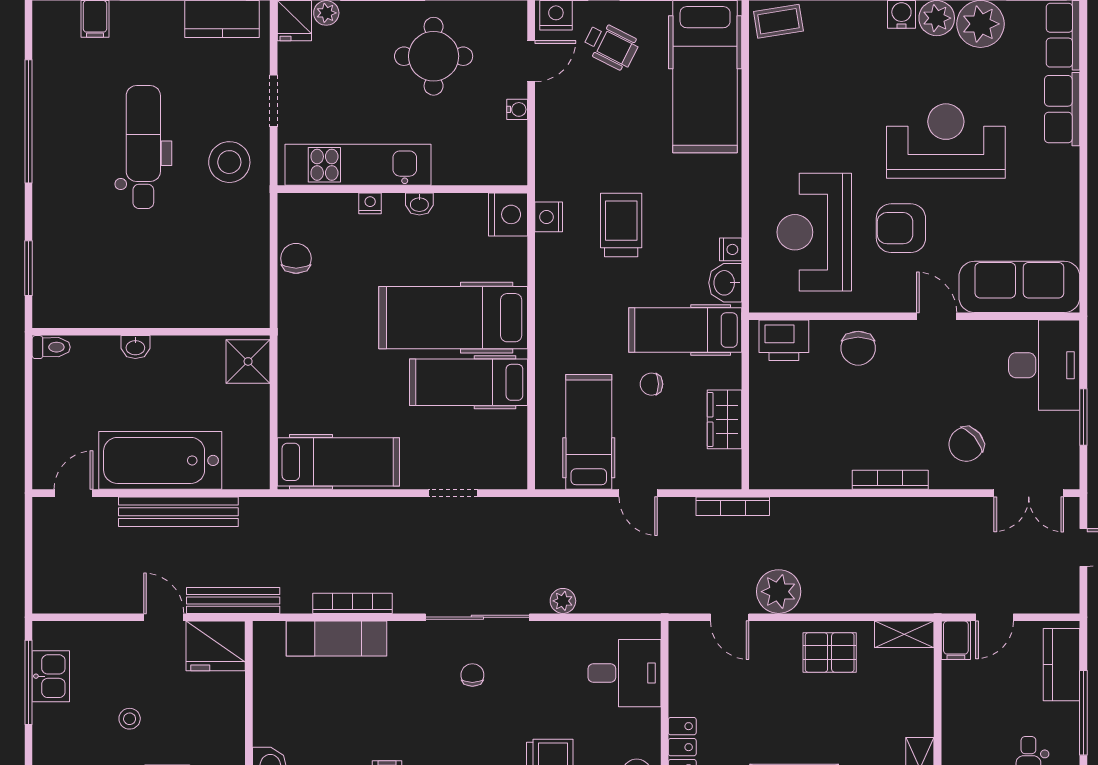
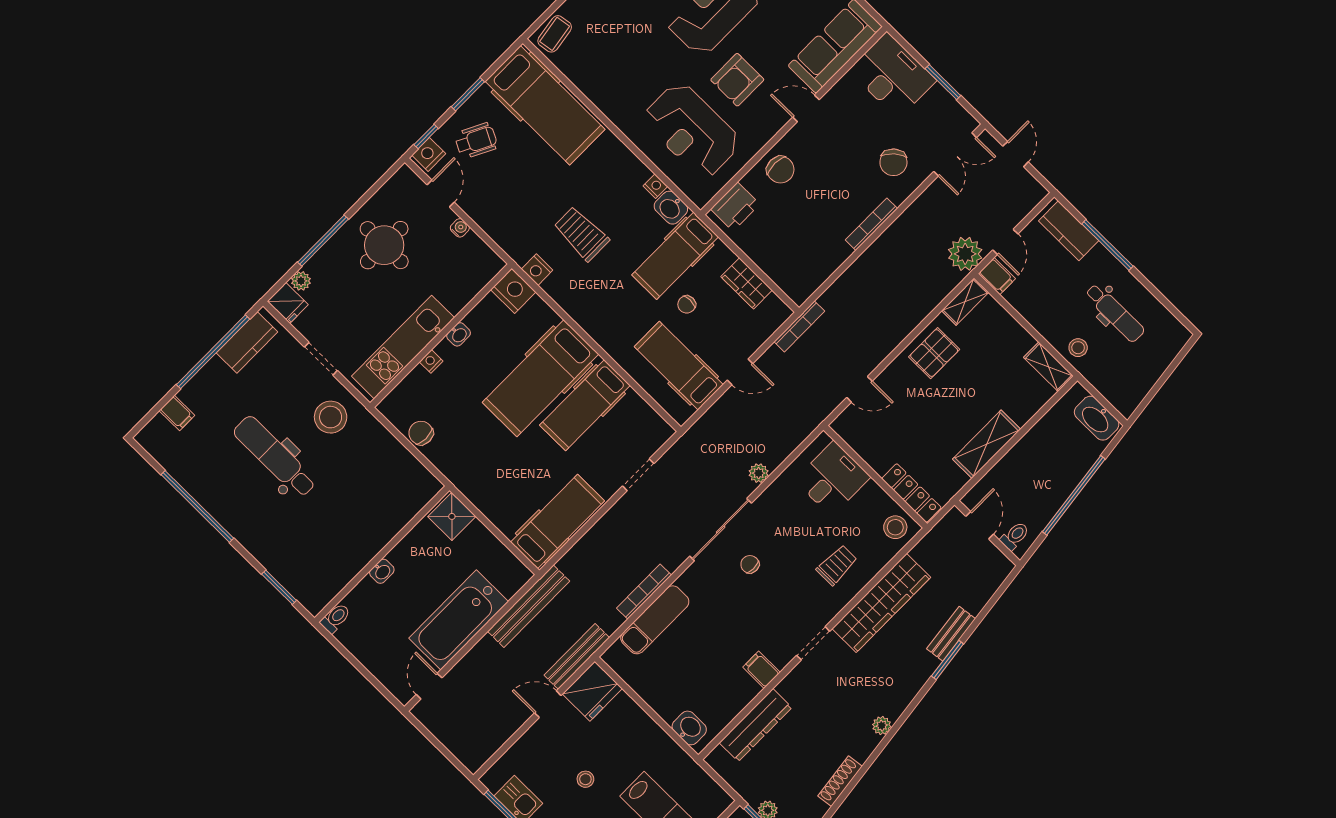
bench: (178, 512) -> (529, 606), moved
plant: (779, 592) -> (965, 254), moved

